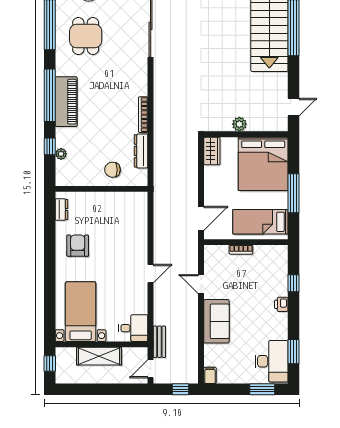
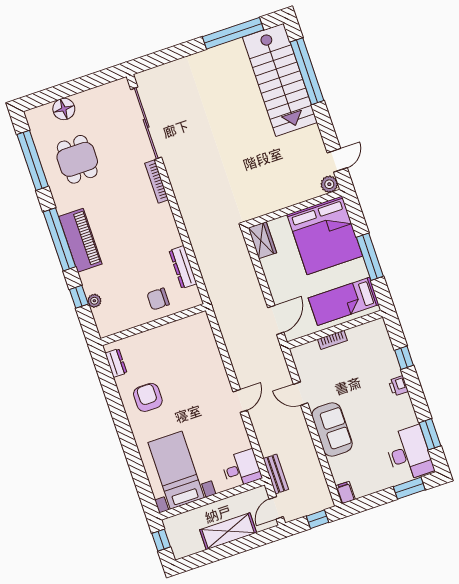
bookcase: (143, 115) -> (157, 181), moved
plant: (239, 124) -> (329, 184), moved
shelving: (99, 356) -> (228, 531), moved

